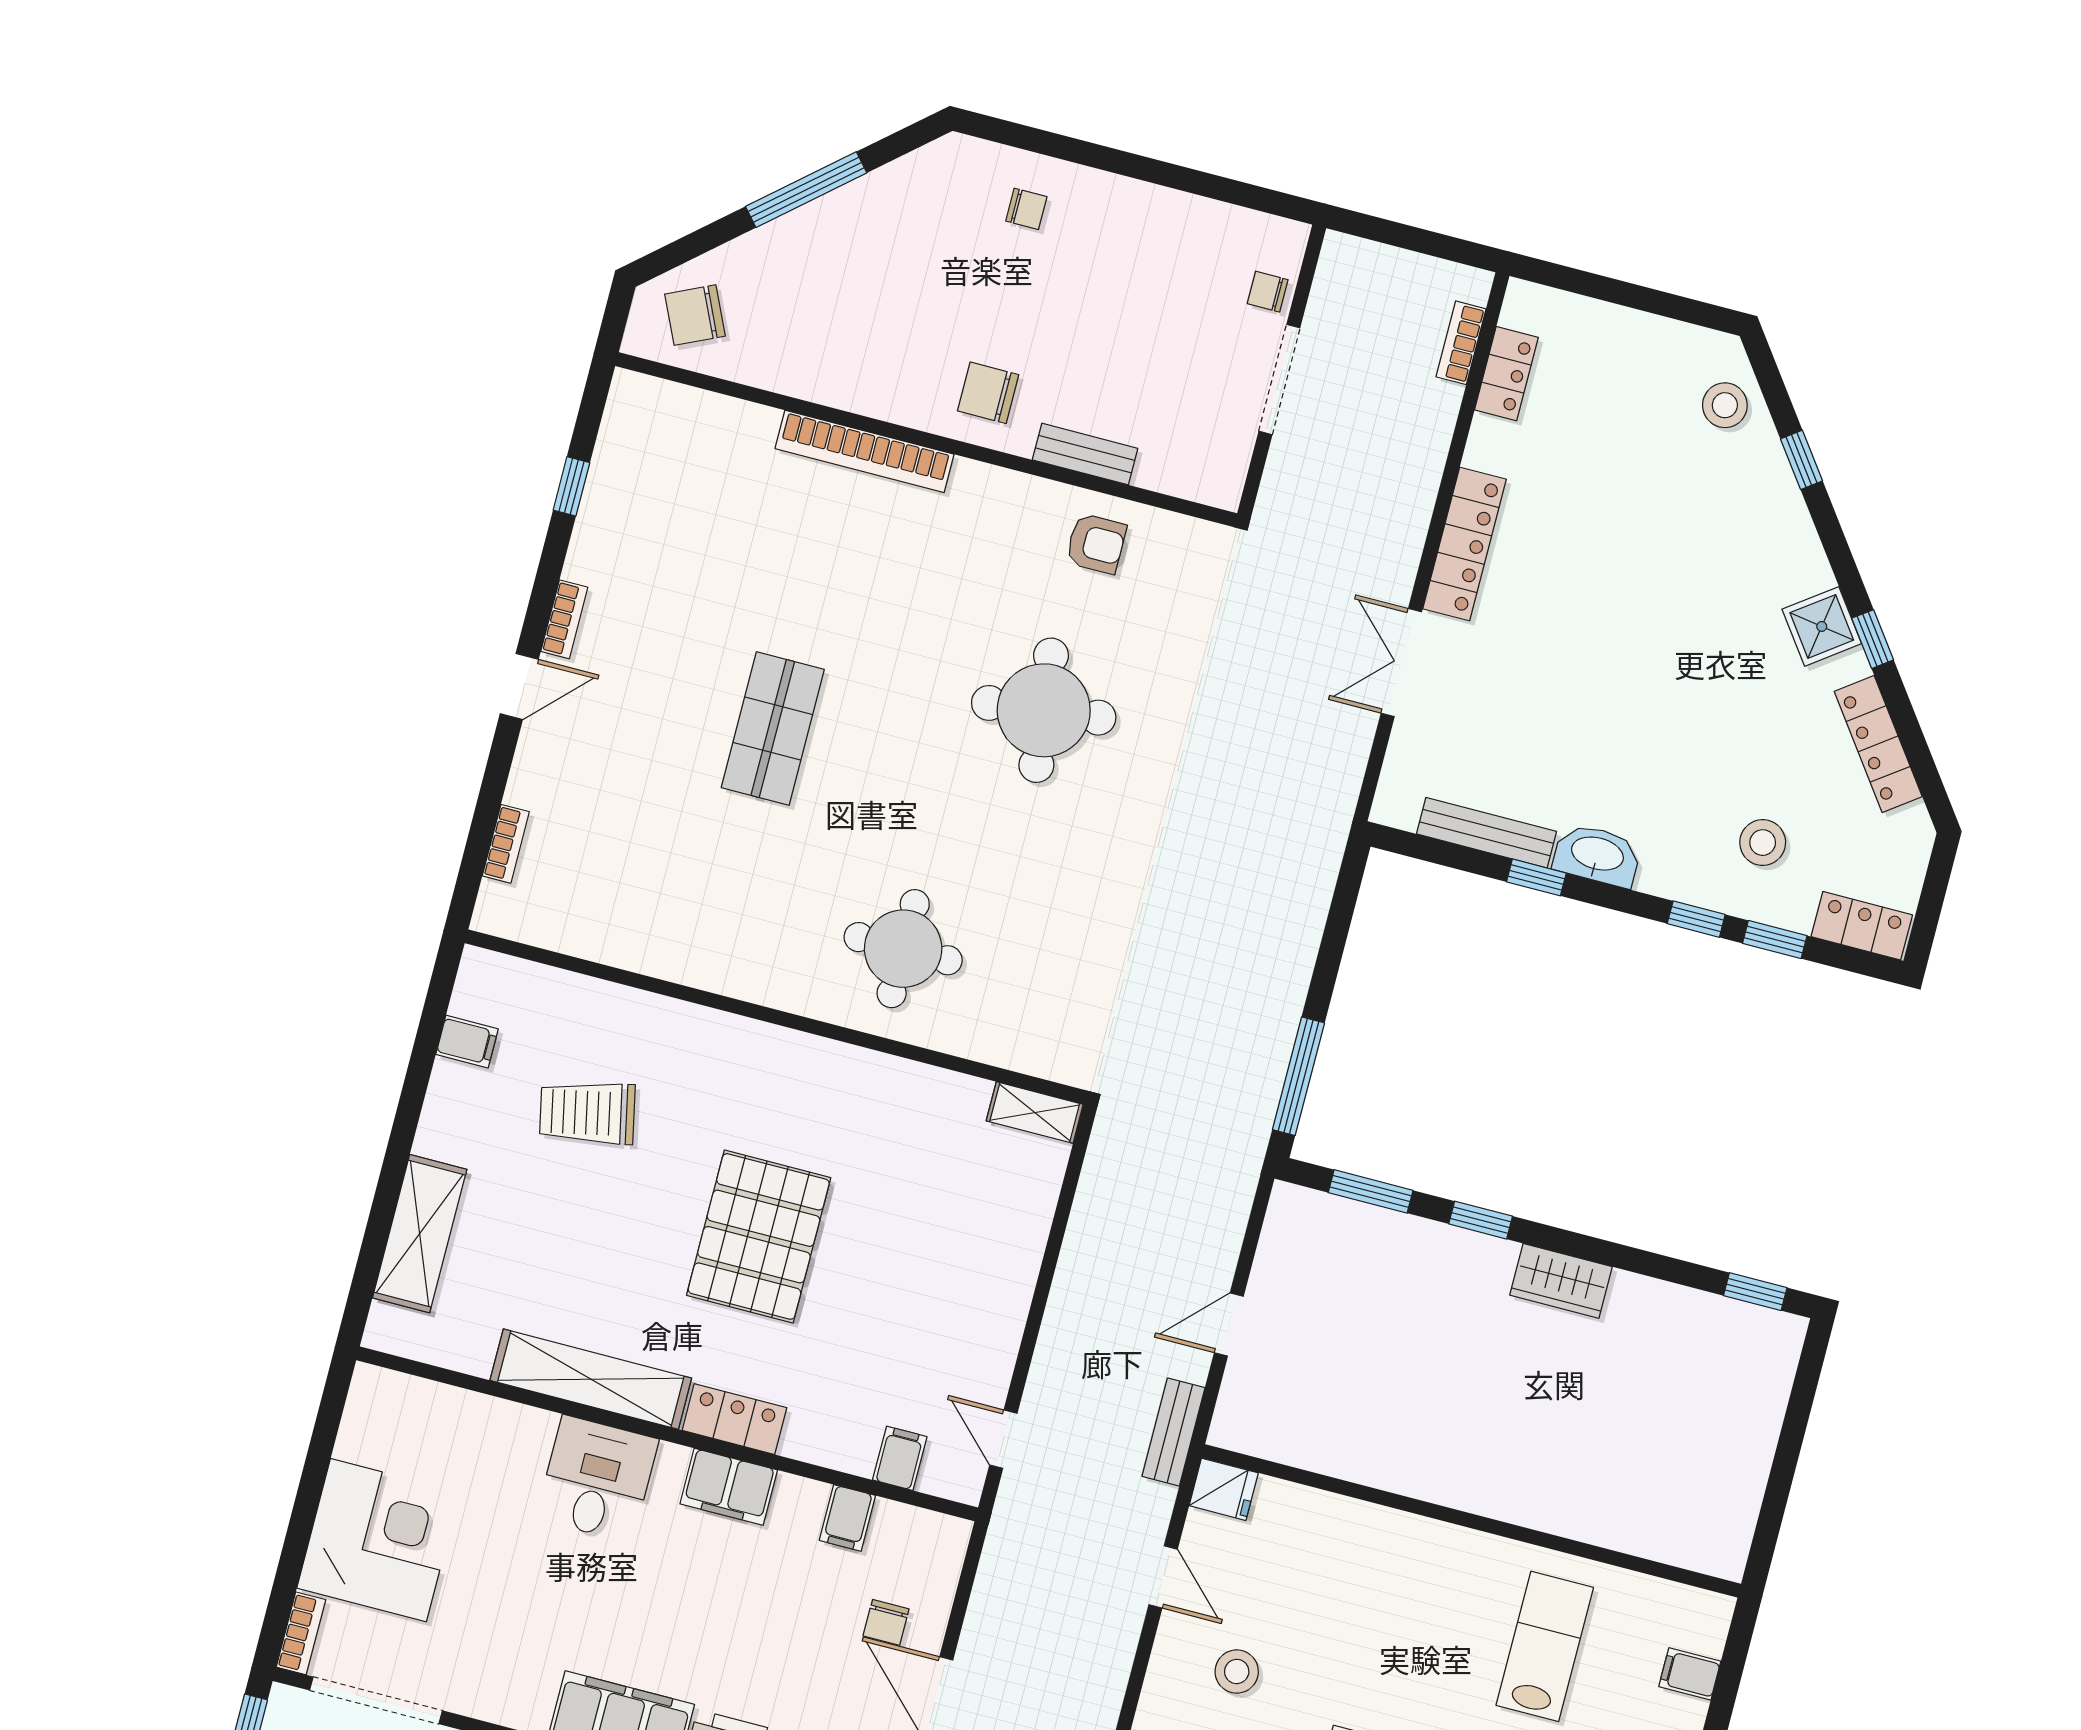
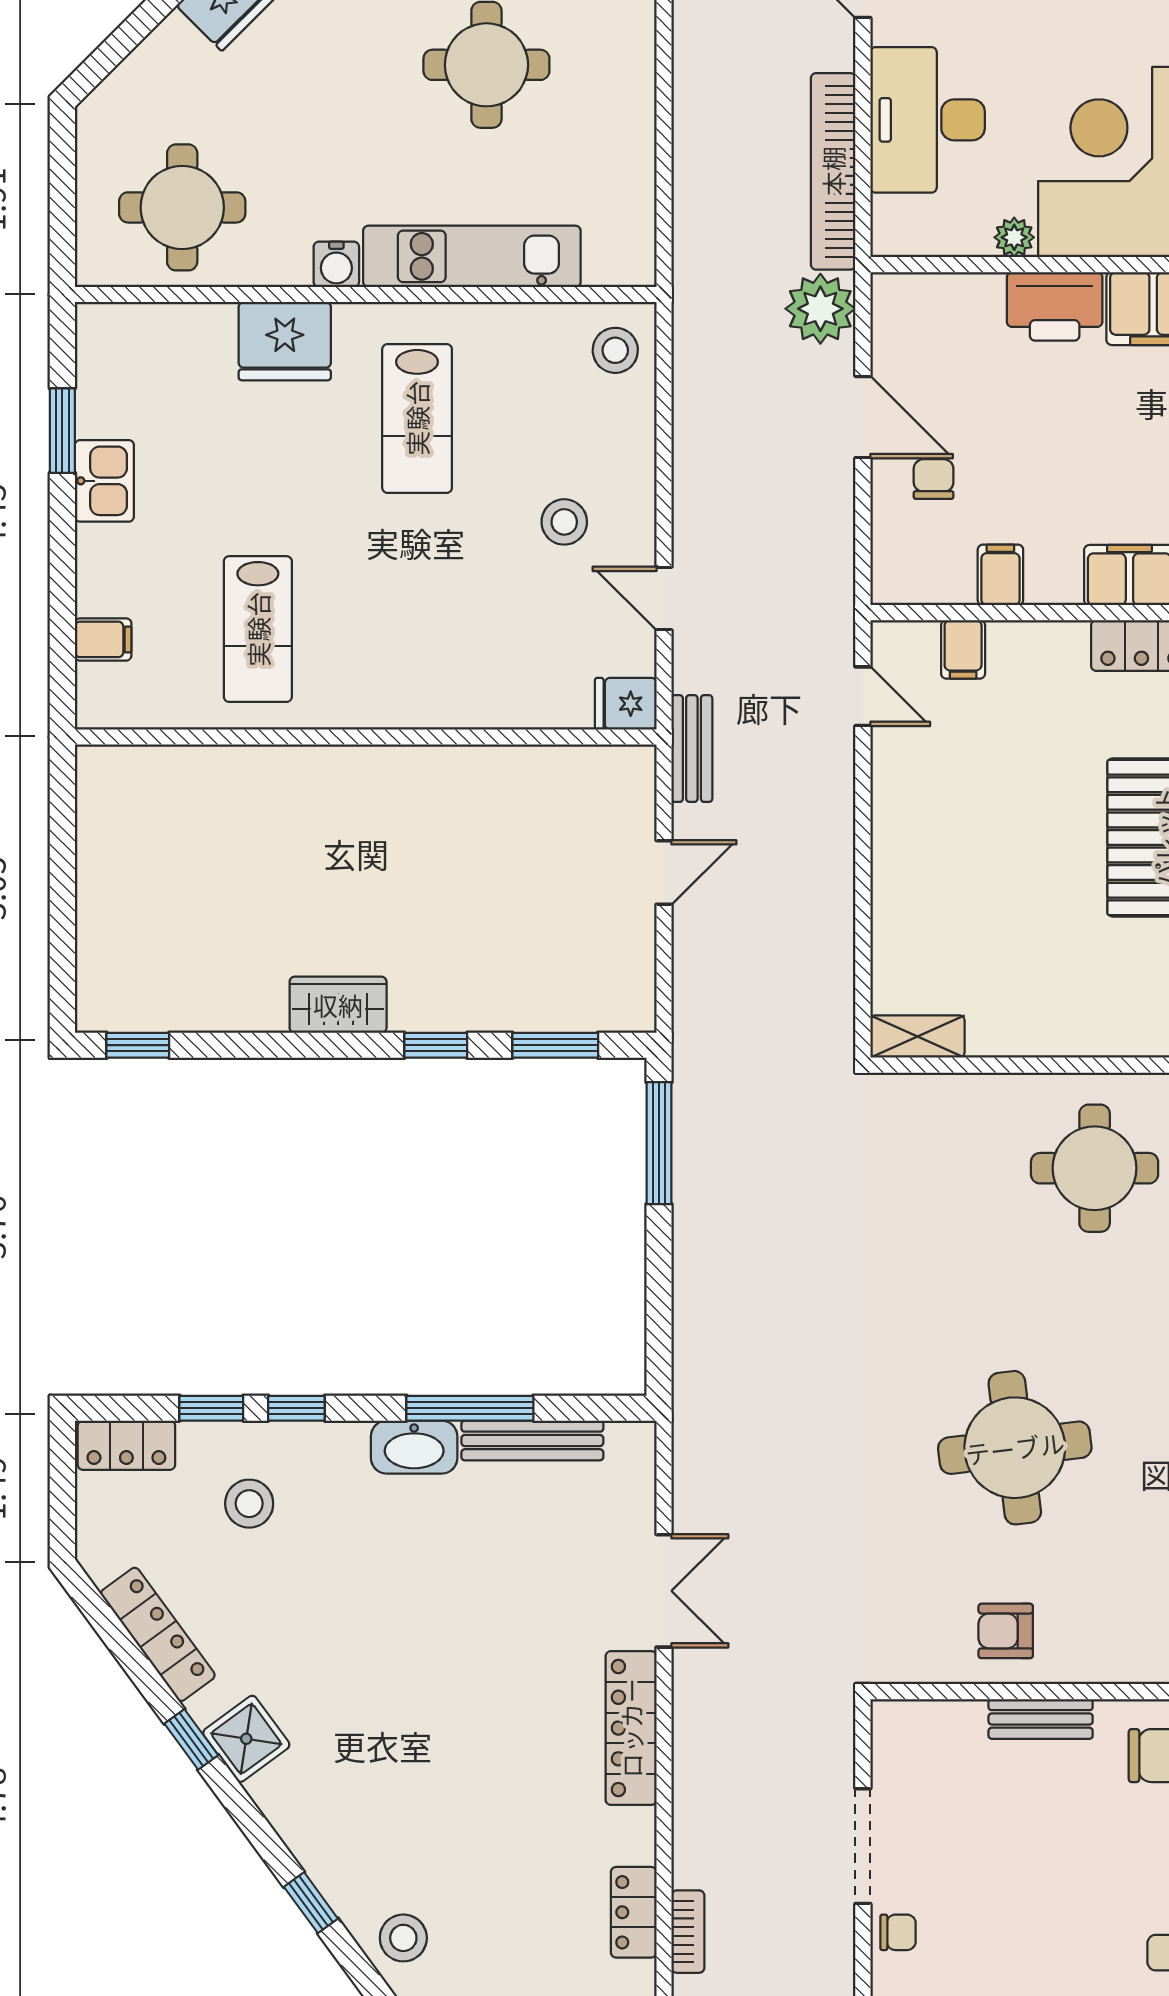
window: (1536, 877) -> (470, 1408), width x2.17

